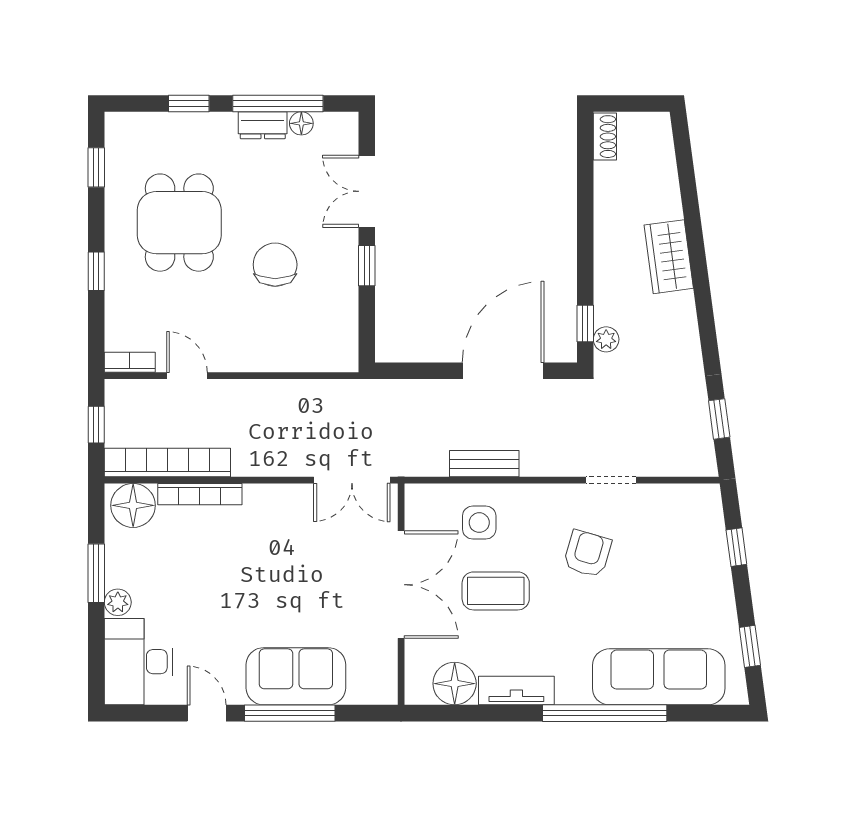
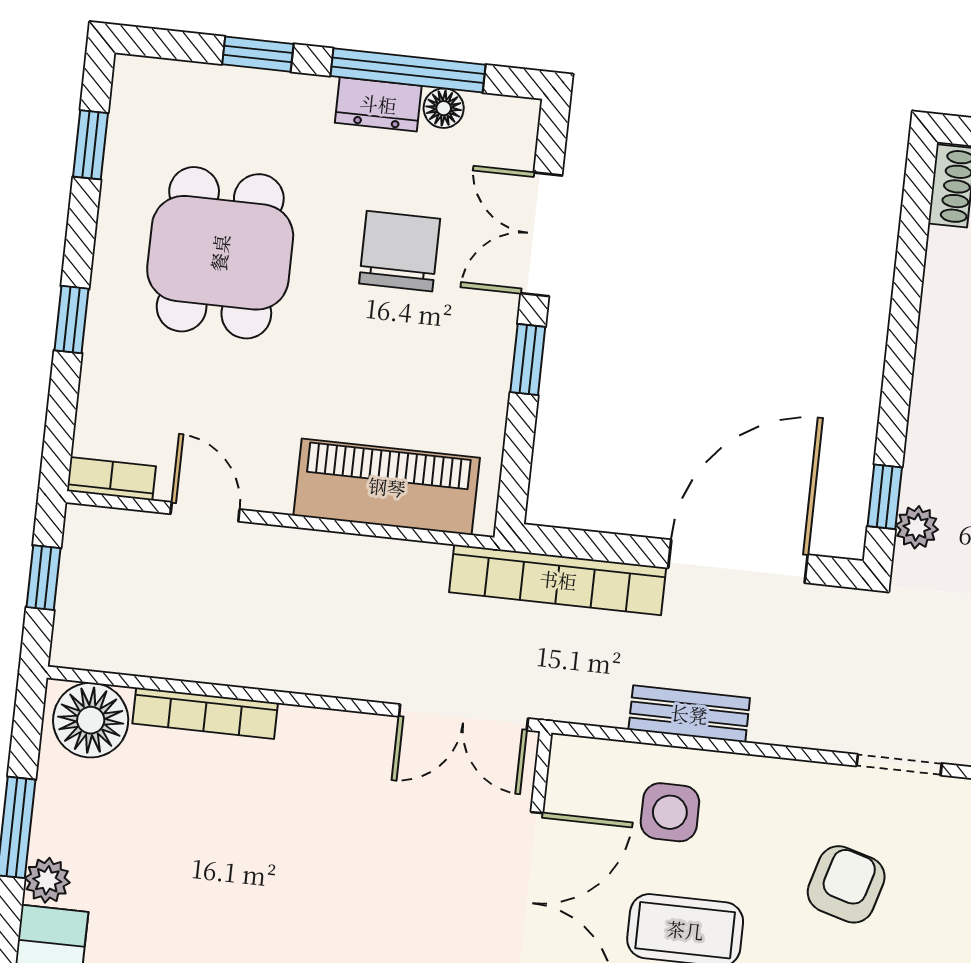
chair: (275, 265) -> (400, 251), moved
piano: (292, 349) -> (387, 487), added
bookcase: (167, 462) -> (558, 580), moved, turned 180

